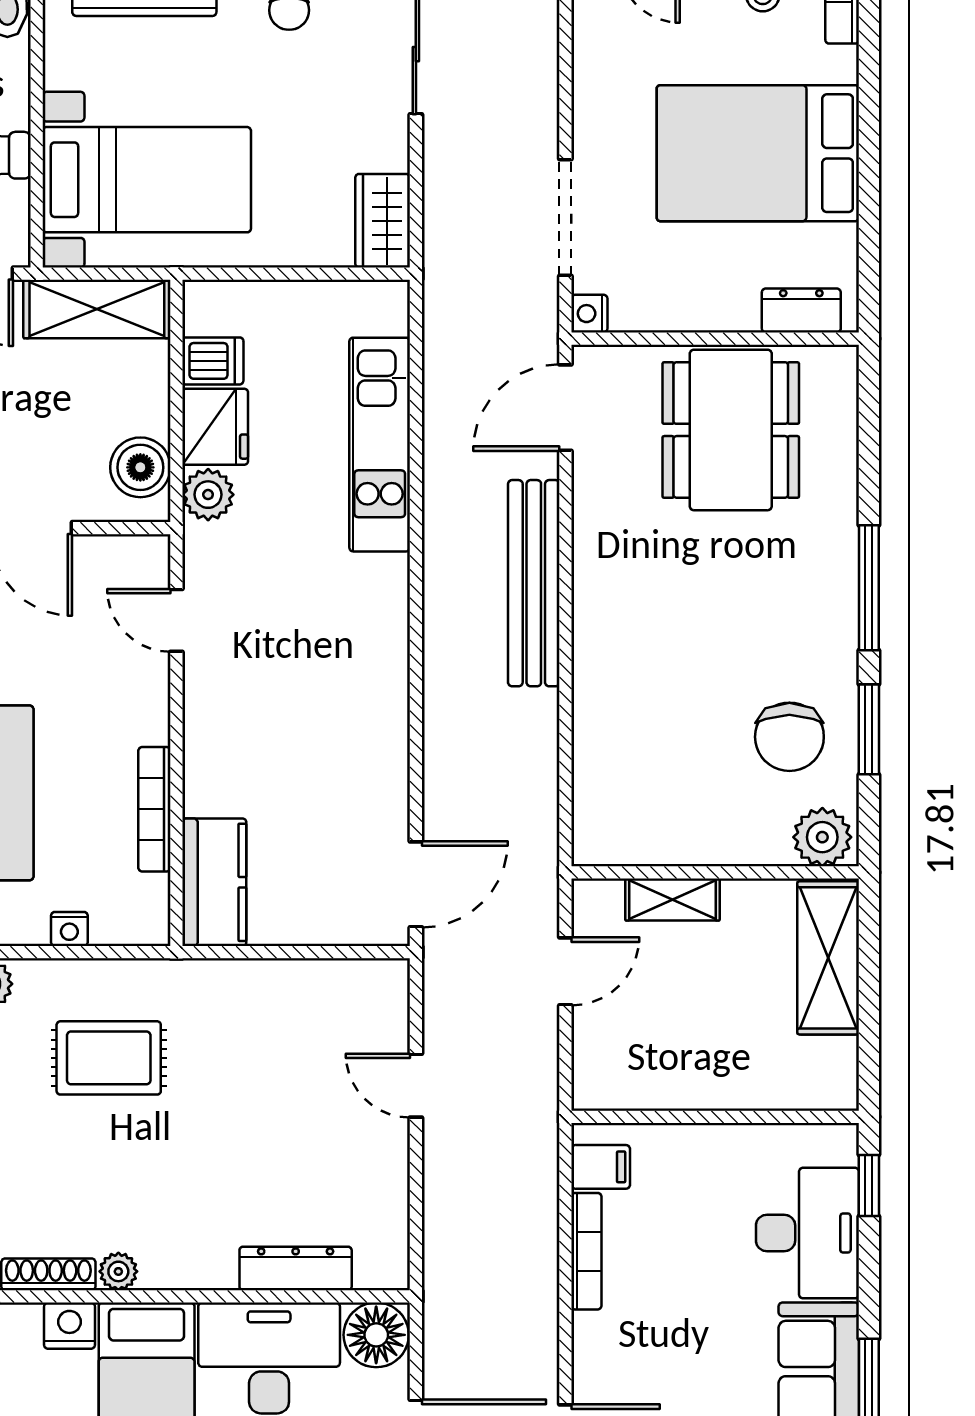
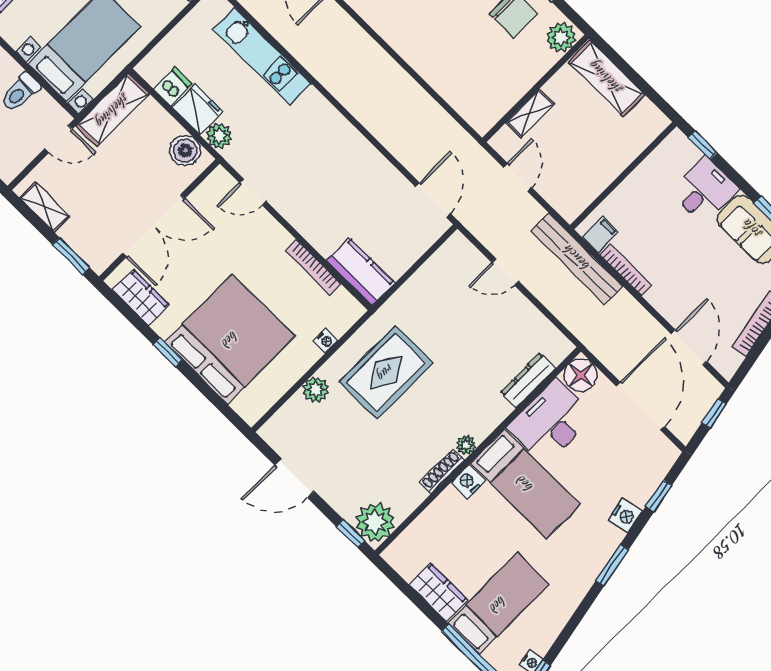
bench: (534, 583) -> (577, 258), moved
rug: (109, 1058) -> (386, 372), width x1.36, depth x1.43
desk: (807, 1233) -> (704, 190), width x0.73

